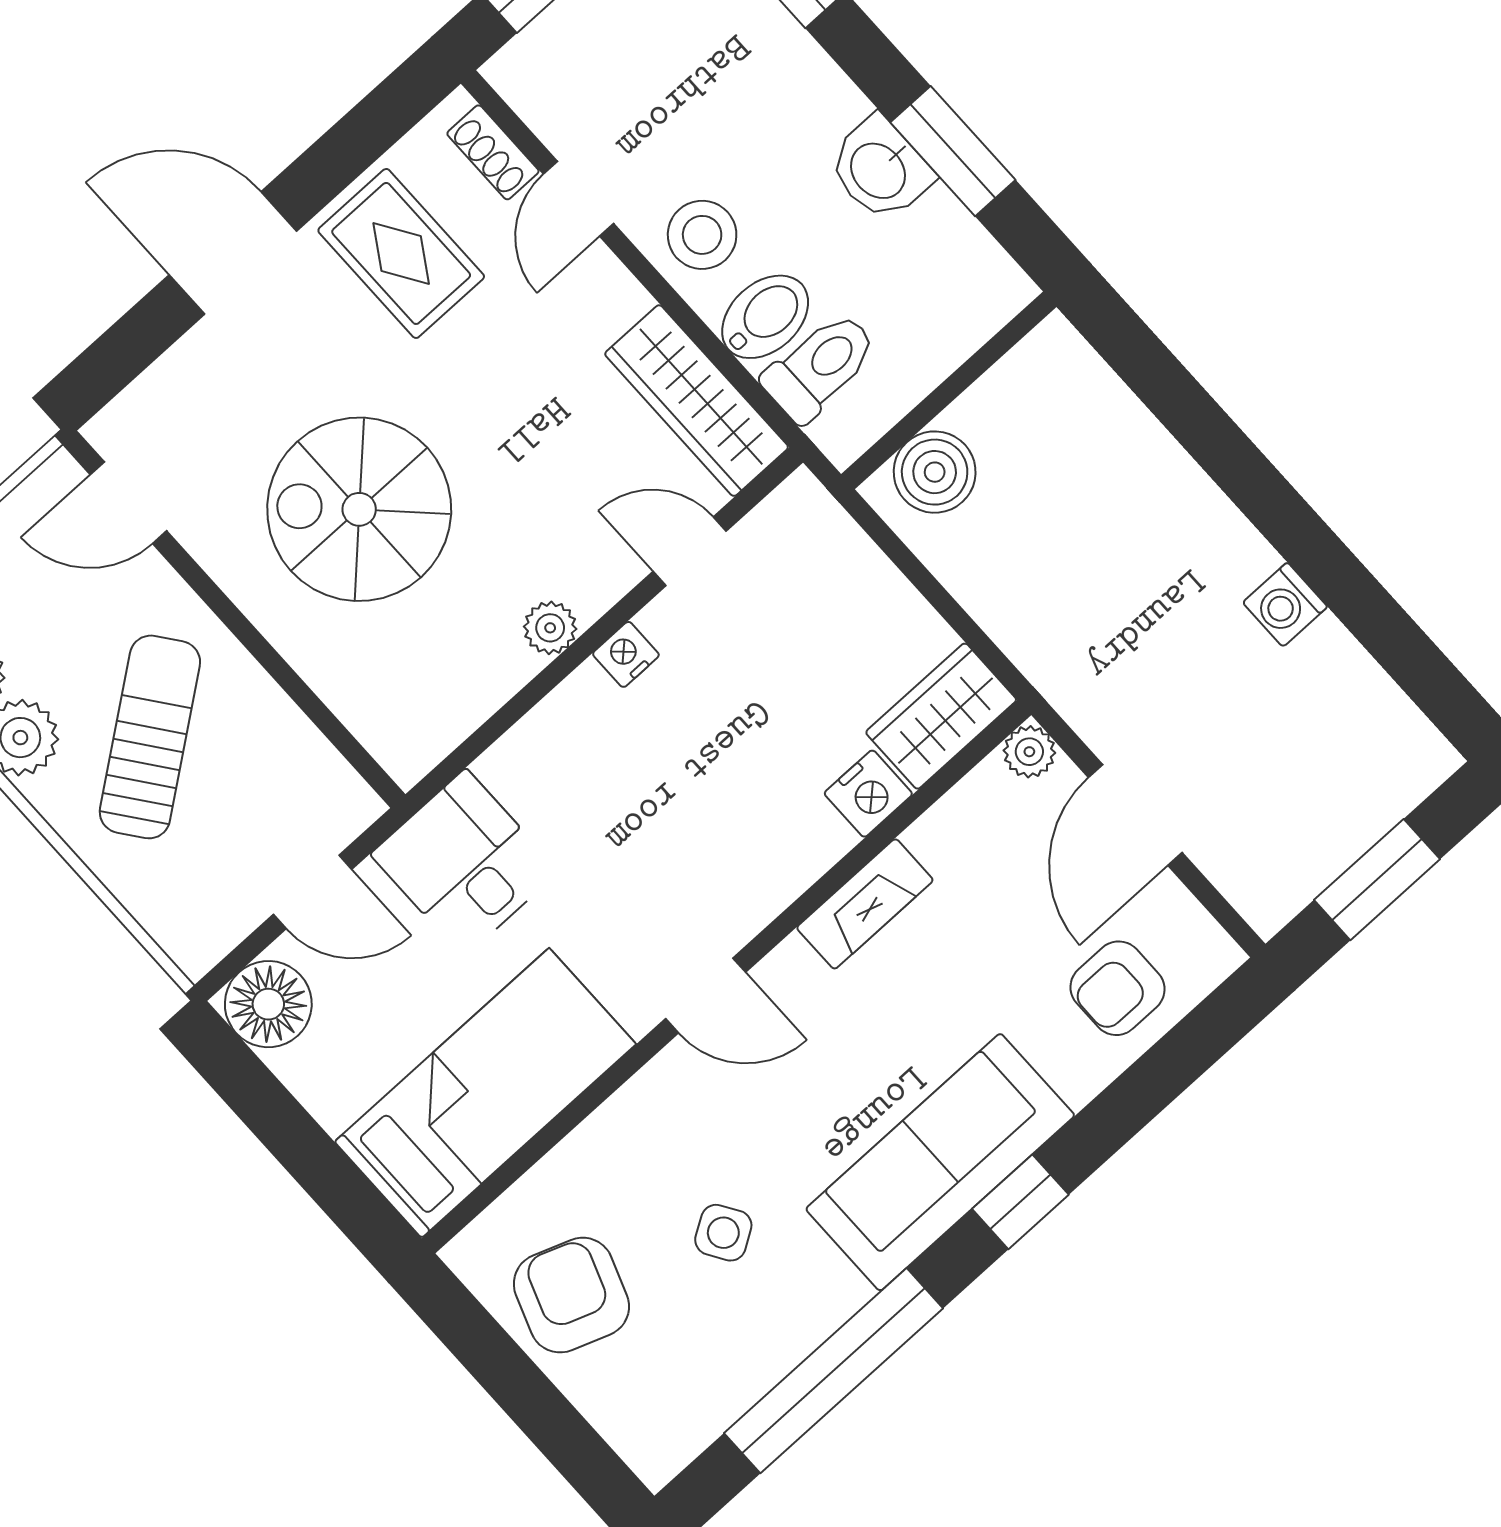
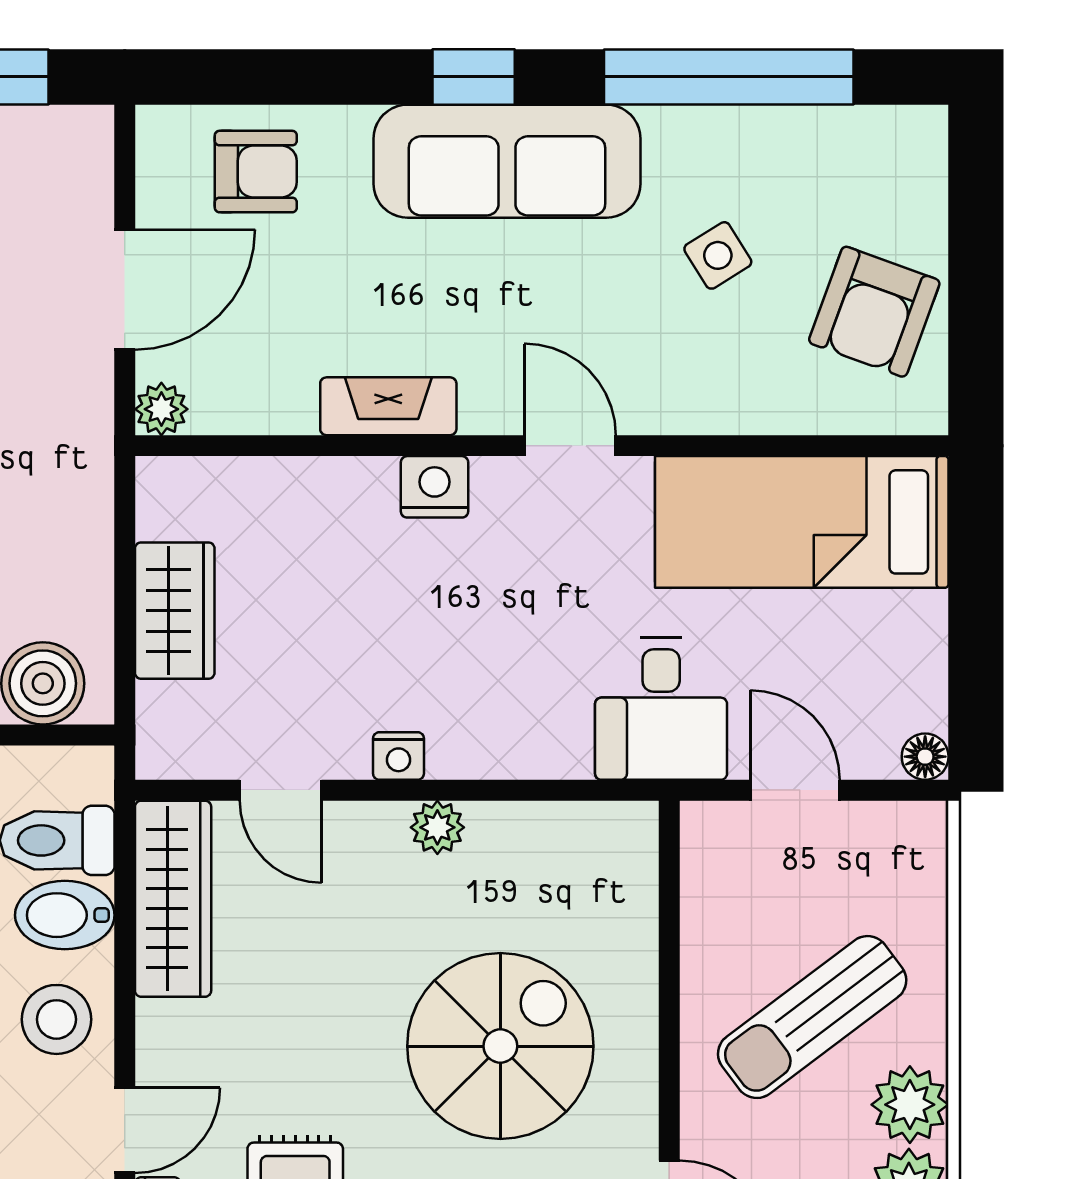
spiral stairs: (359, 509) -> (500, 1046), turned -90
wardrobe: (941, 716) -> (175, 611), moved, turned -90
nightstand: (868, 794) -> (435, 487), moved
floor lamp: (268, 1004) -> (925, 757), width x0.53, depth x0.53

